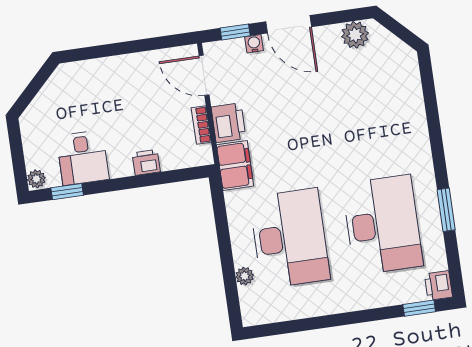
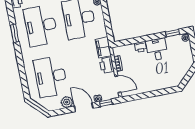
plant: (355, 35) -> (67, 102), moved
desk: (365, 102) -> (51, 76), added
desk: (83, 158) -> (157, 49), moved

